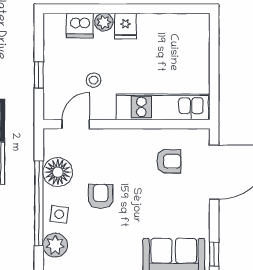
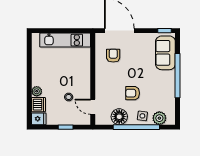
fridge: (126, 26) -> (39, 119), moved
kitchen unit: (163, 107) -> (65, 40), moved, turned -90

